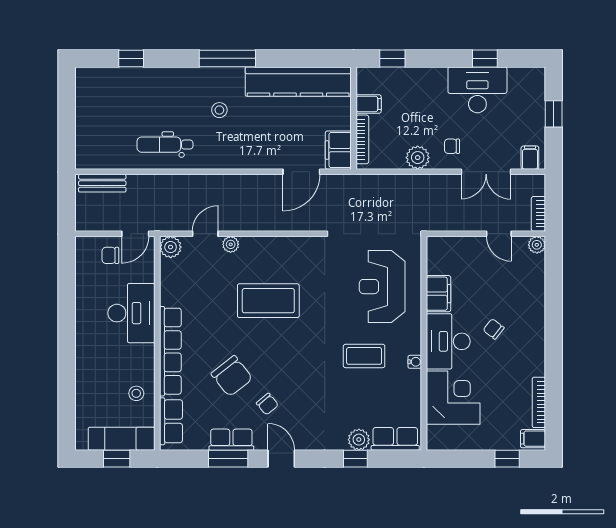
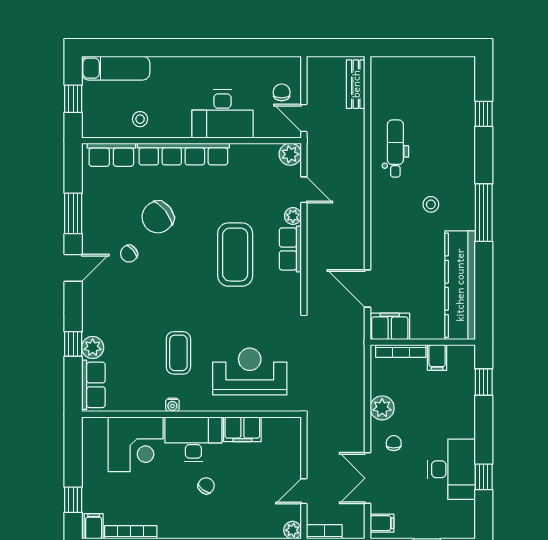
exam couch: (122, 439) -> (116, 68), moved, turned 90
row of seats: (231, 440) -> (290, 249), moved, turned 180

